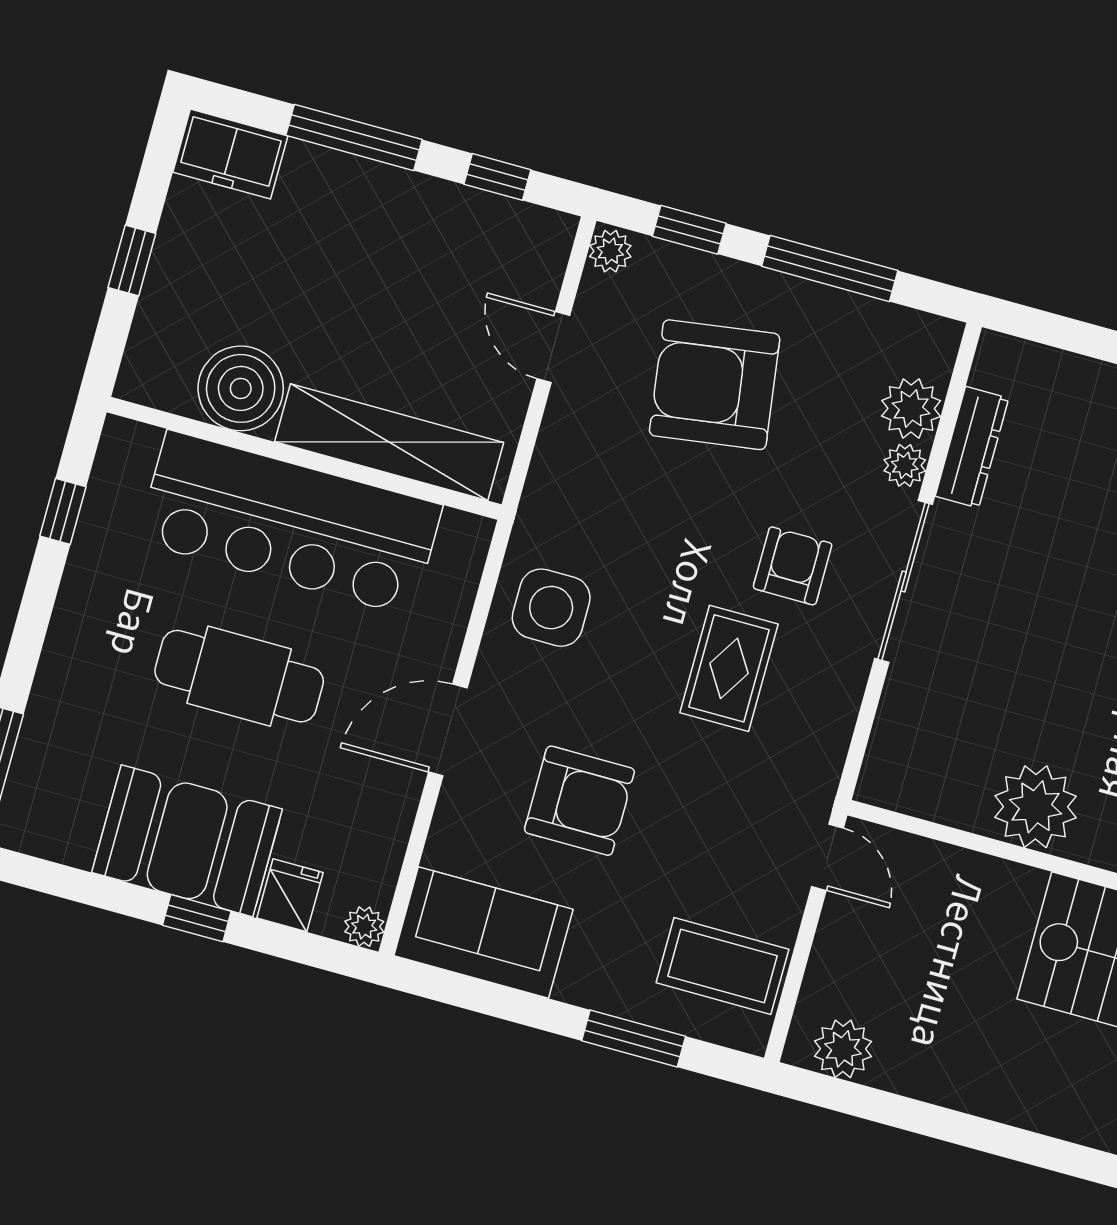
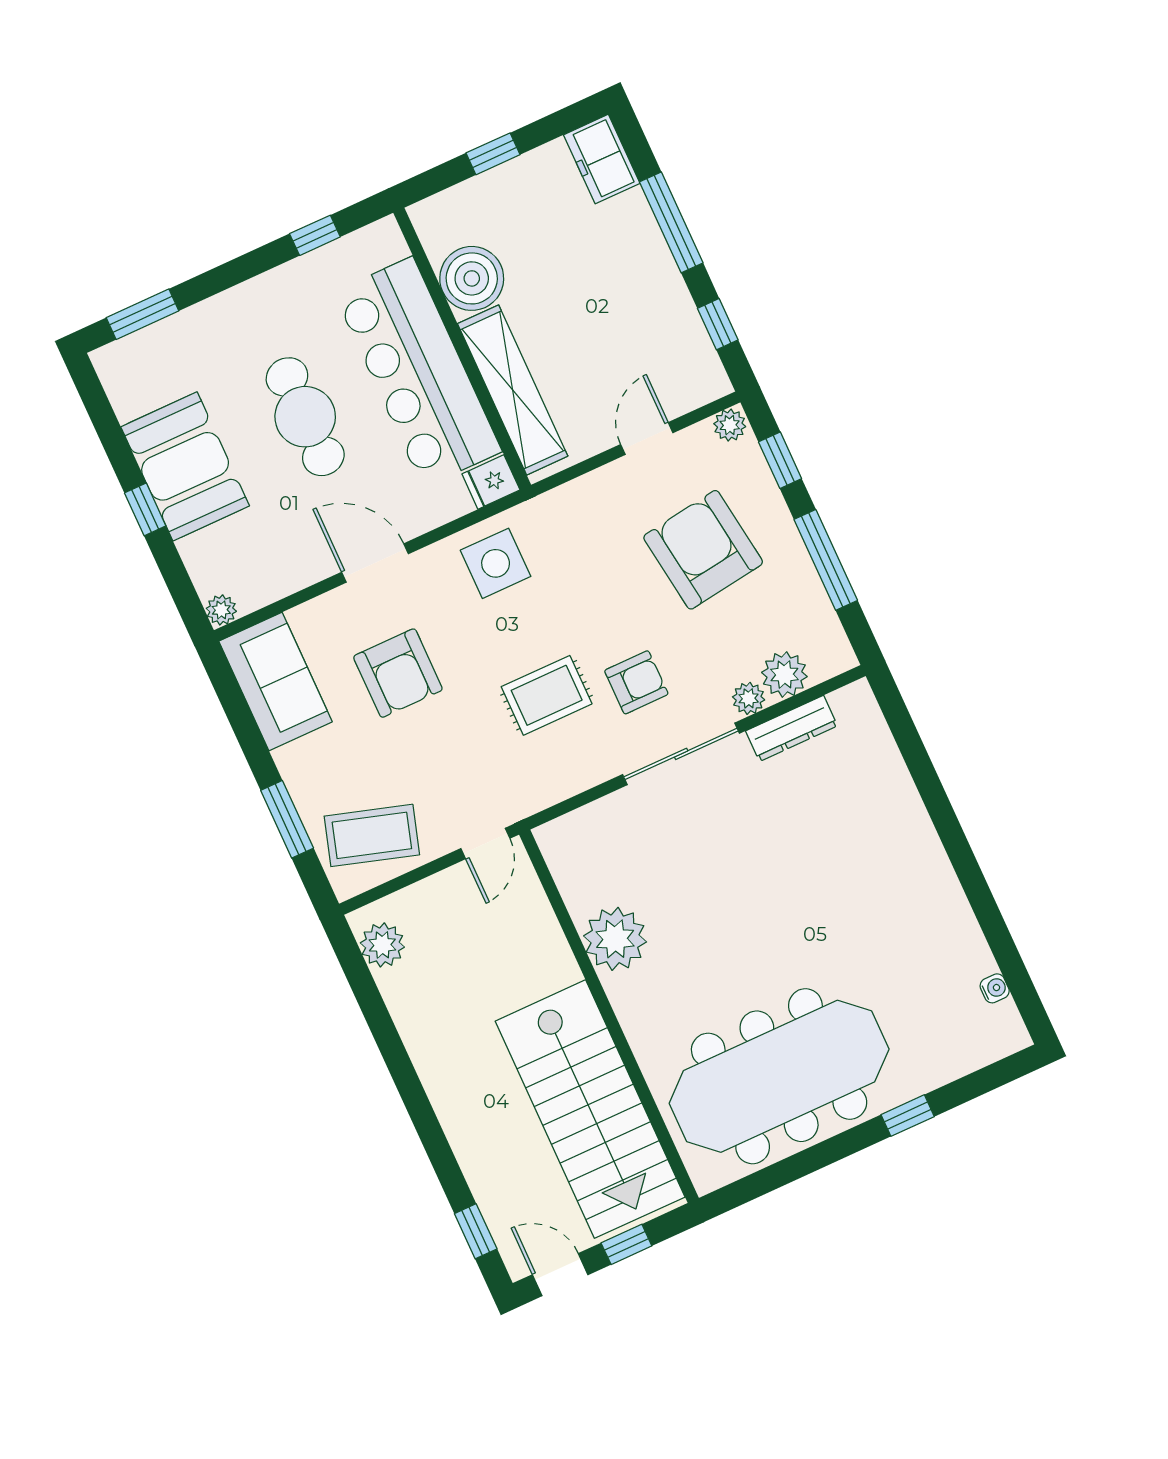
fridge: (290, 895) -> (491, 482), moved, turned 180
coffee table: (722, 966) -> (372, 835), turned -73

